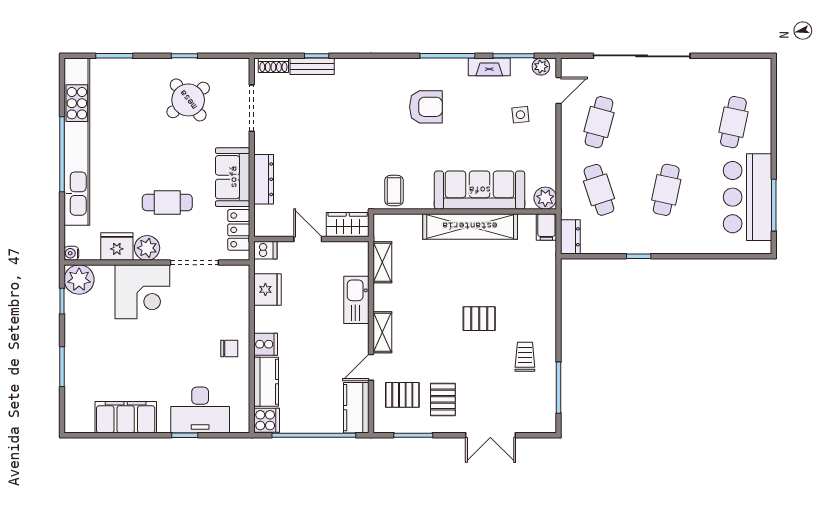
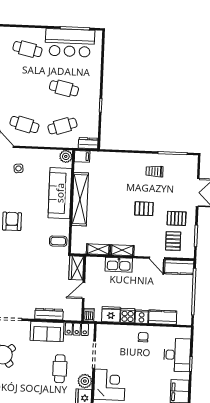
pallet: (479, 319) -> (144, 209), moved, turned 90
shelving: (382, 332) -> (122, 250), moved
cooker: (267, 420) -> (128, 316), moved

